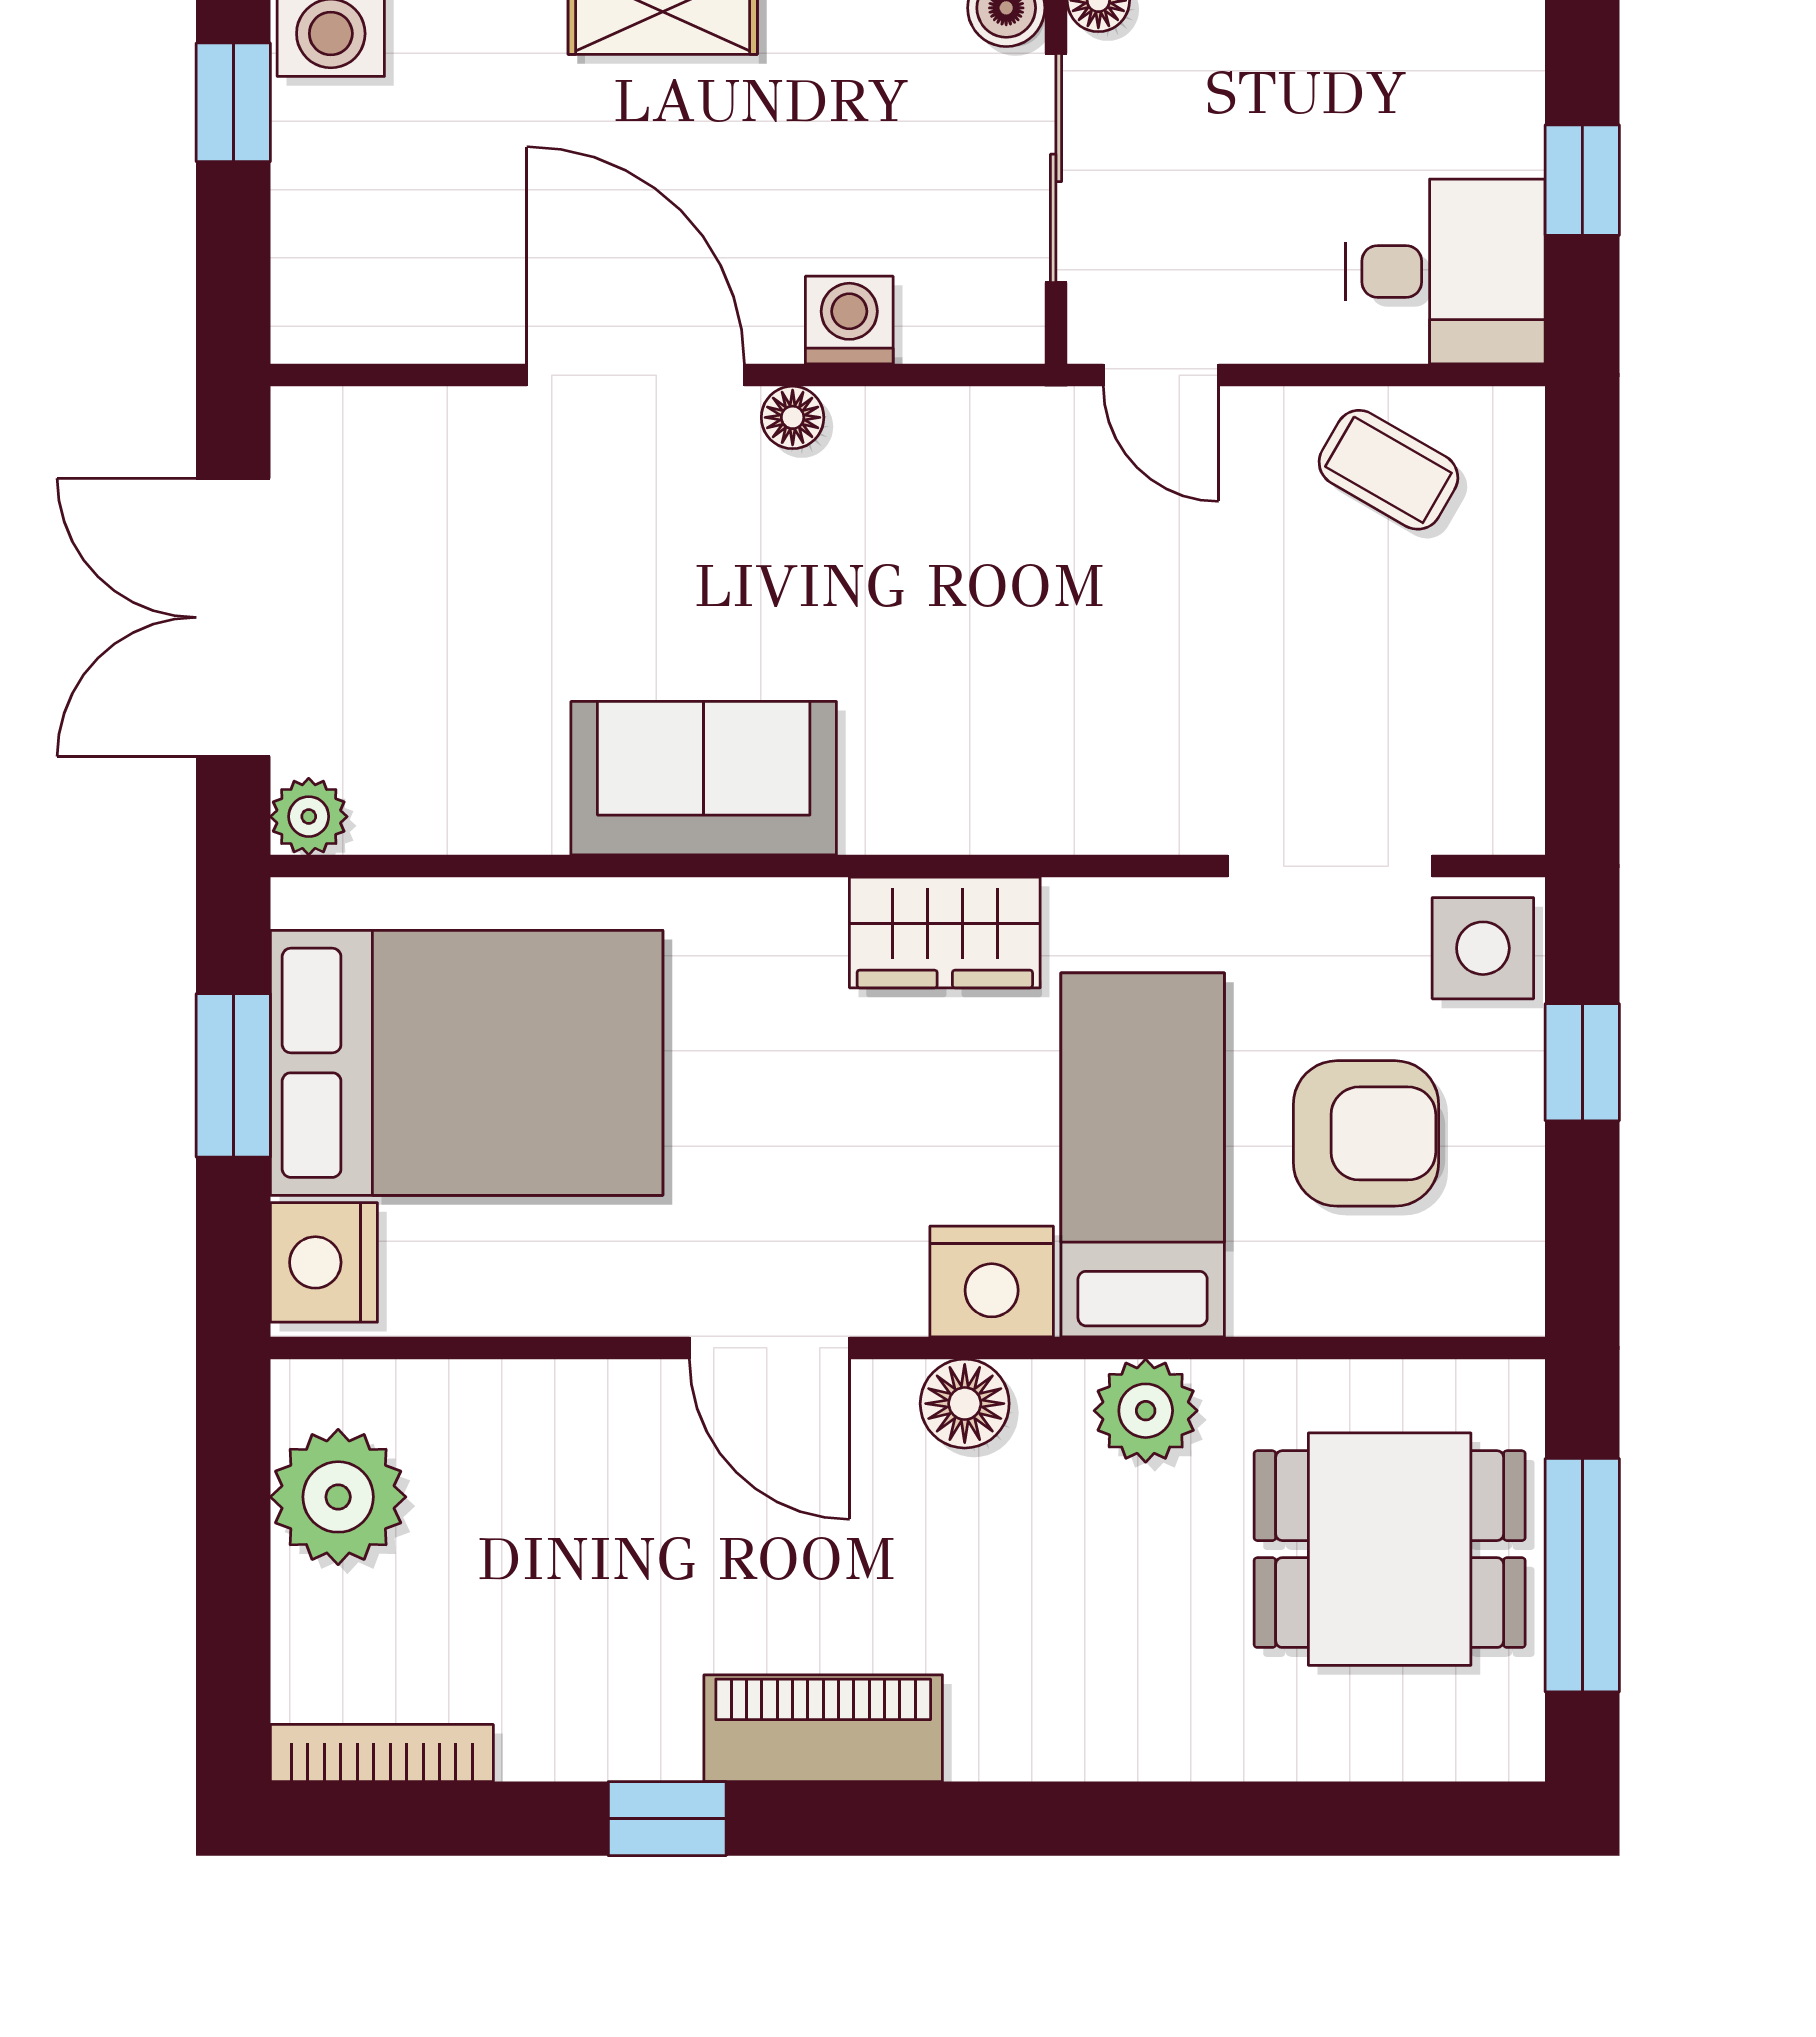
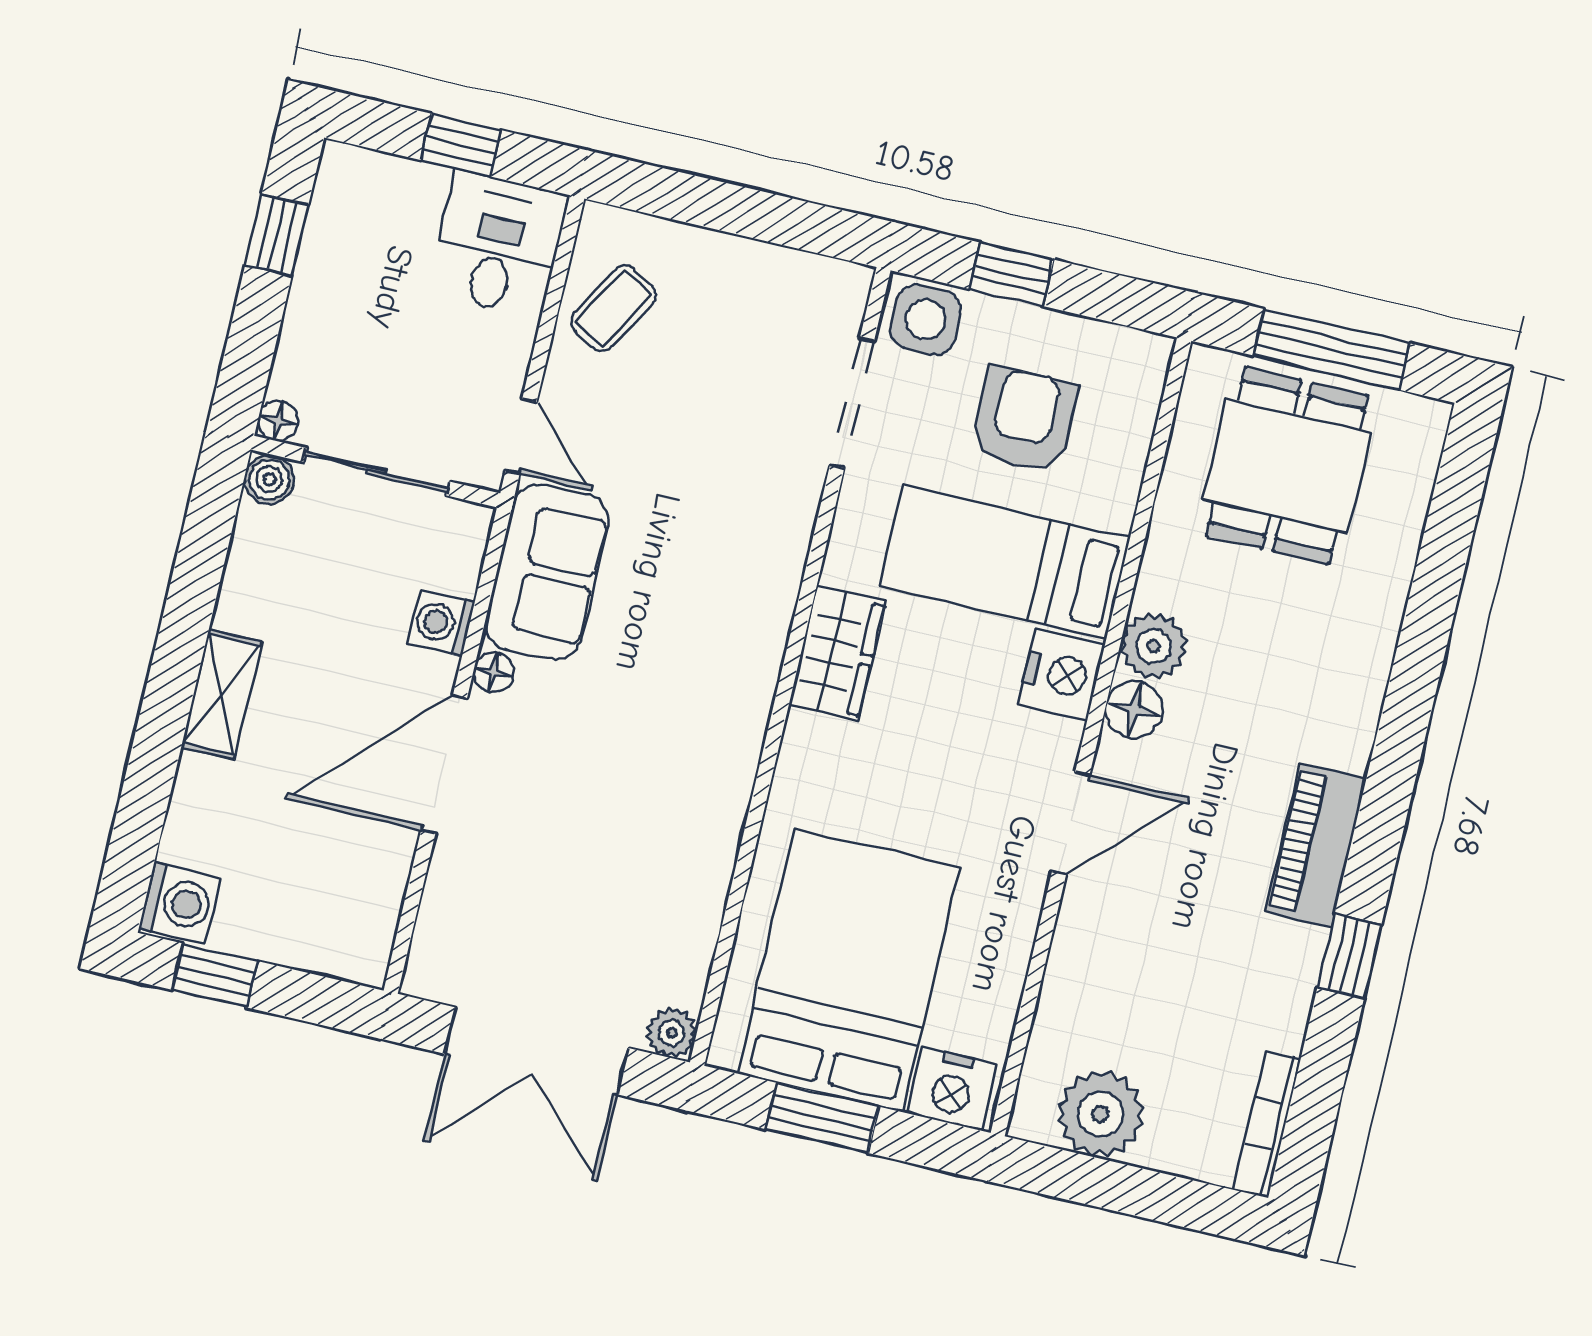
door: (1161, 375) -> (521, 437), hinge flipped
sofa: (704, 778) -> (547, 572), moved, turned 180
plant: (1146, 1411) -> (1154, 646), moved

